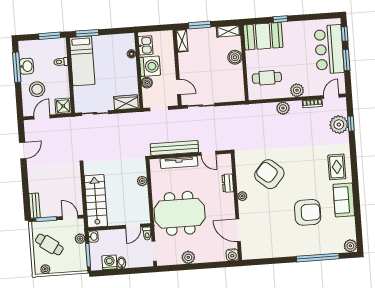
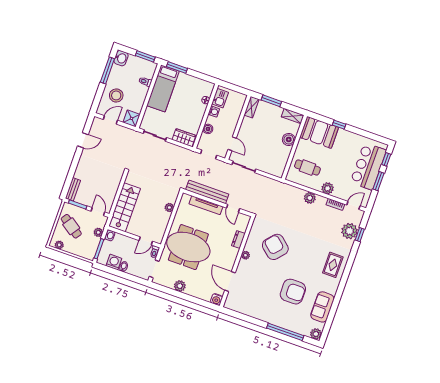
washbasin: (27, 66) -> (121, 58), moved
washing machine: (150, 66) -> (214, 112), width x0.53, depth x0.53
sofa: (344, 200) -> (322, 307), moved

